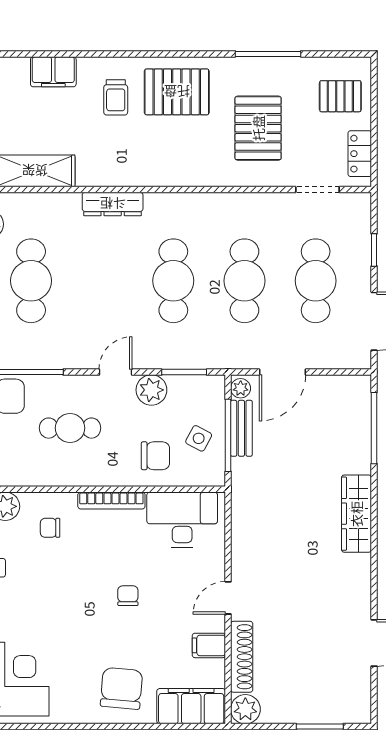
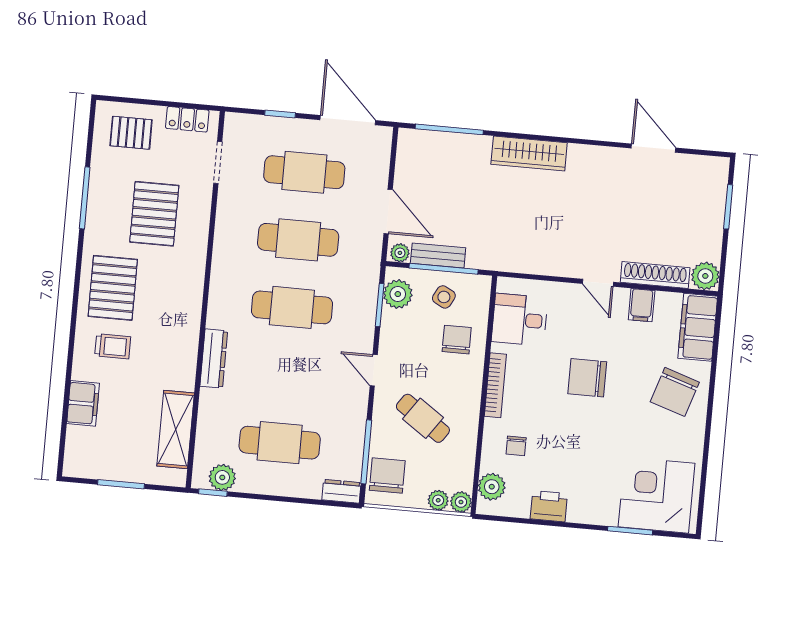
pallet: (340, 96) -> (131, 133), turned 90
pallet: (258, 128) -> (154, 214), turned 90
plant: (151, 390) -> (398, 294), moved
cafe table: (70, 428) -> (423, 418), turned -55
desk: (182, 520) -> (520, 320), width x0.73
chair: (128, 596) -> (587, 378), width x1.87, depth x1.87
chair: (121, 688) -> (675, 392), turned -77

